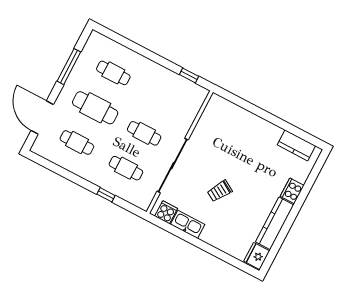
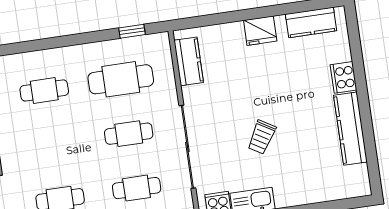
cafe table: (95, 108) -> (121, 79), moved
kitchen counter: (209, 117) -> (189, 61), added
fridge: (257, 256) -> (260, 31), moved, turned -90

